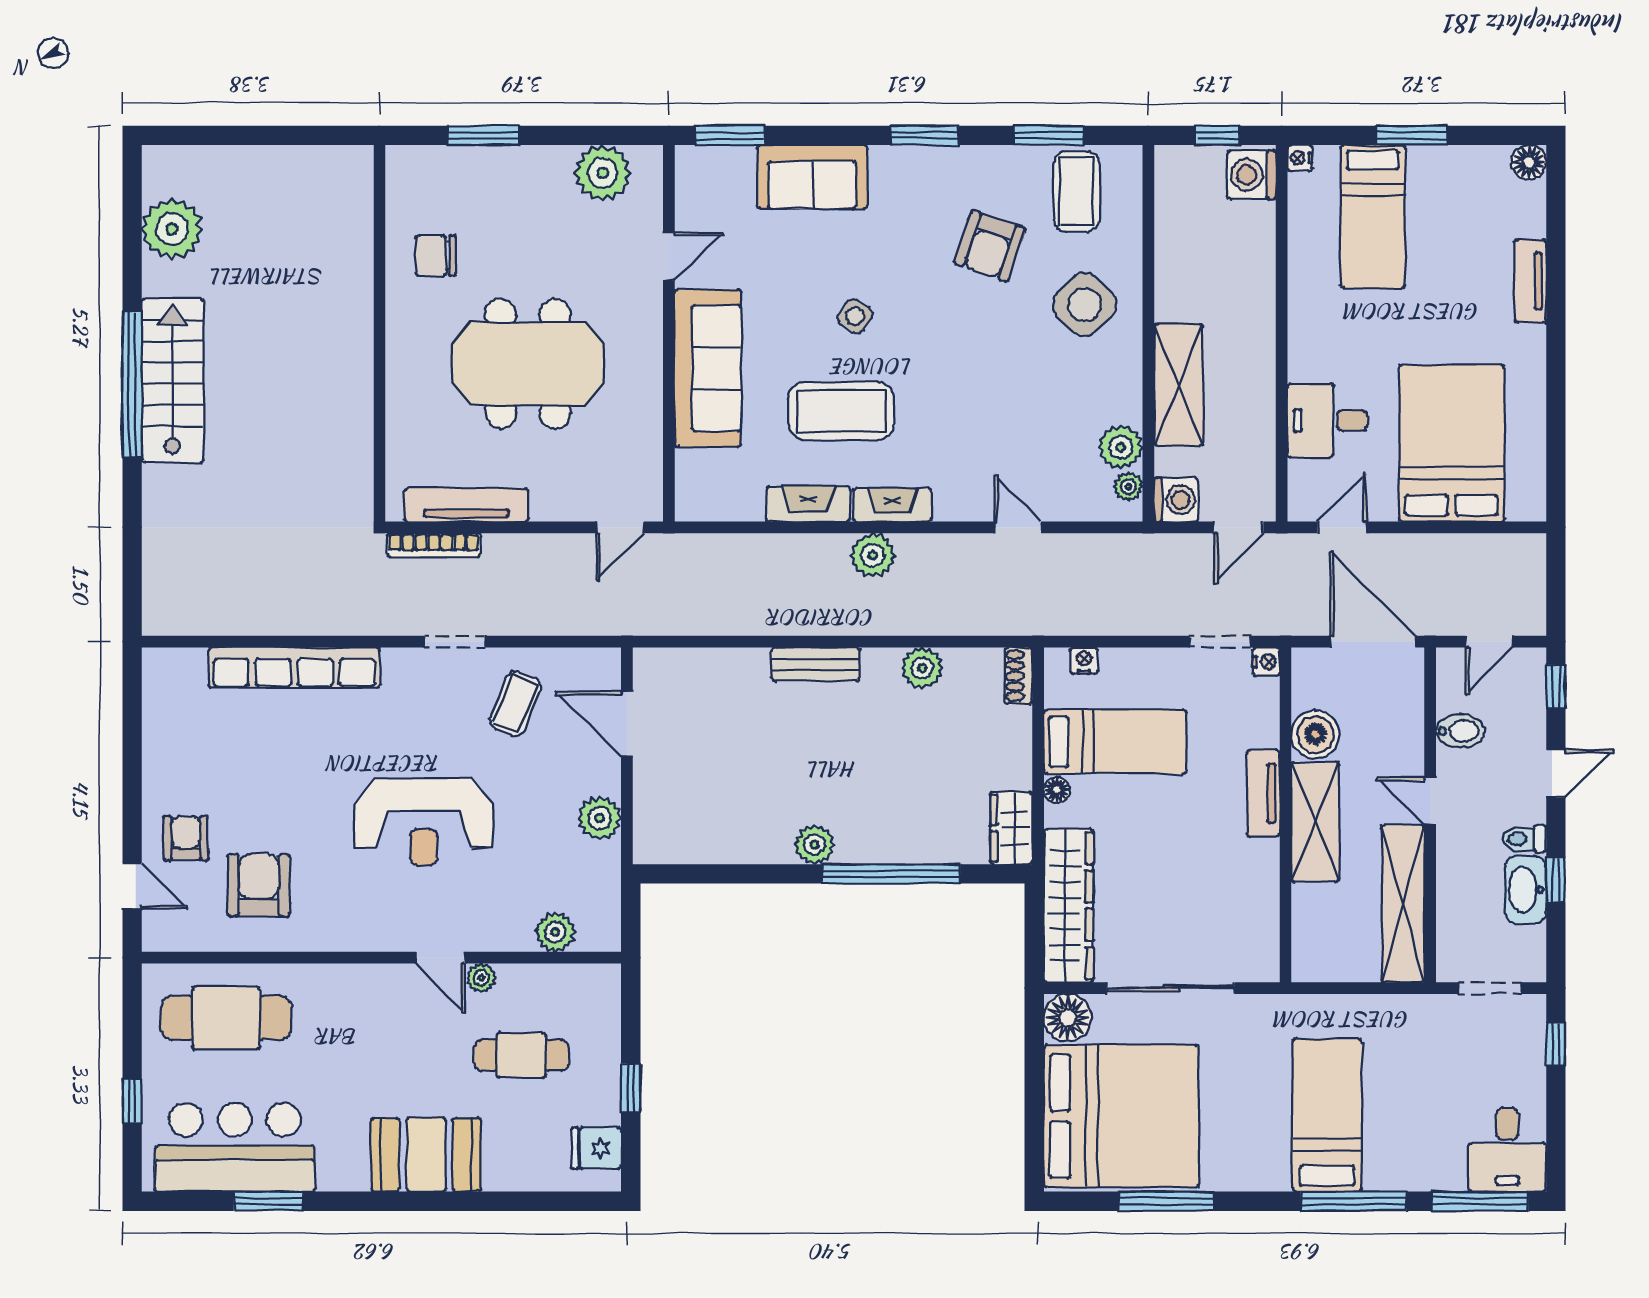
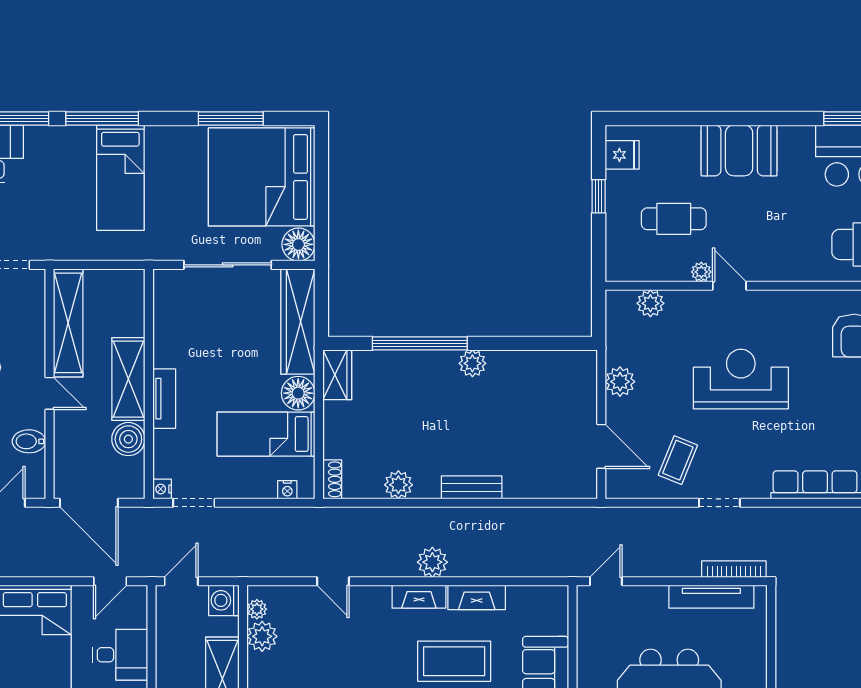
floor lamp: (1057, 790) -> (298, 393), width x1.89, depth x1.89

